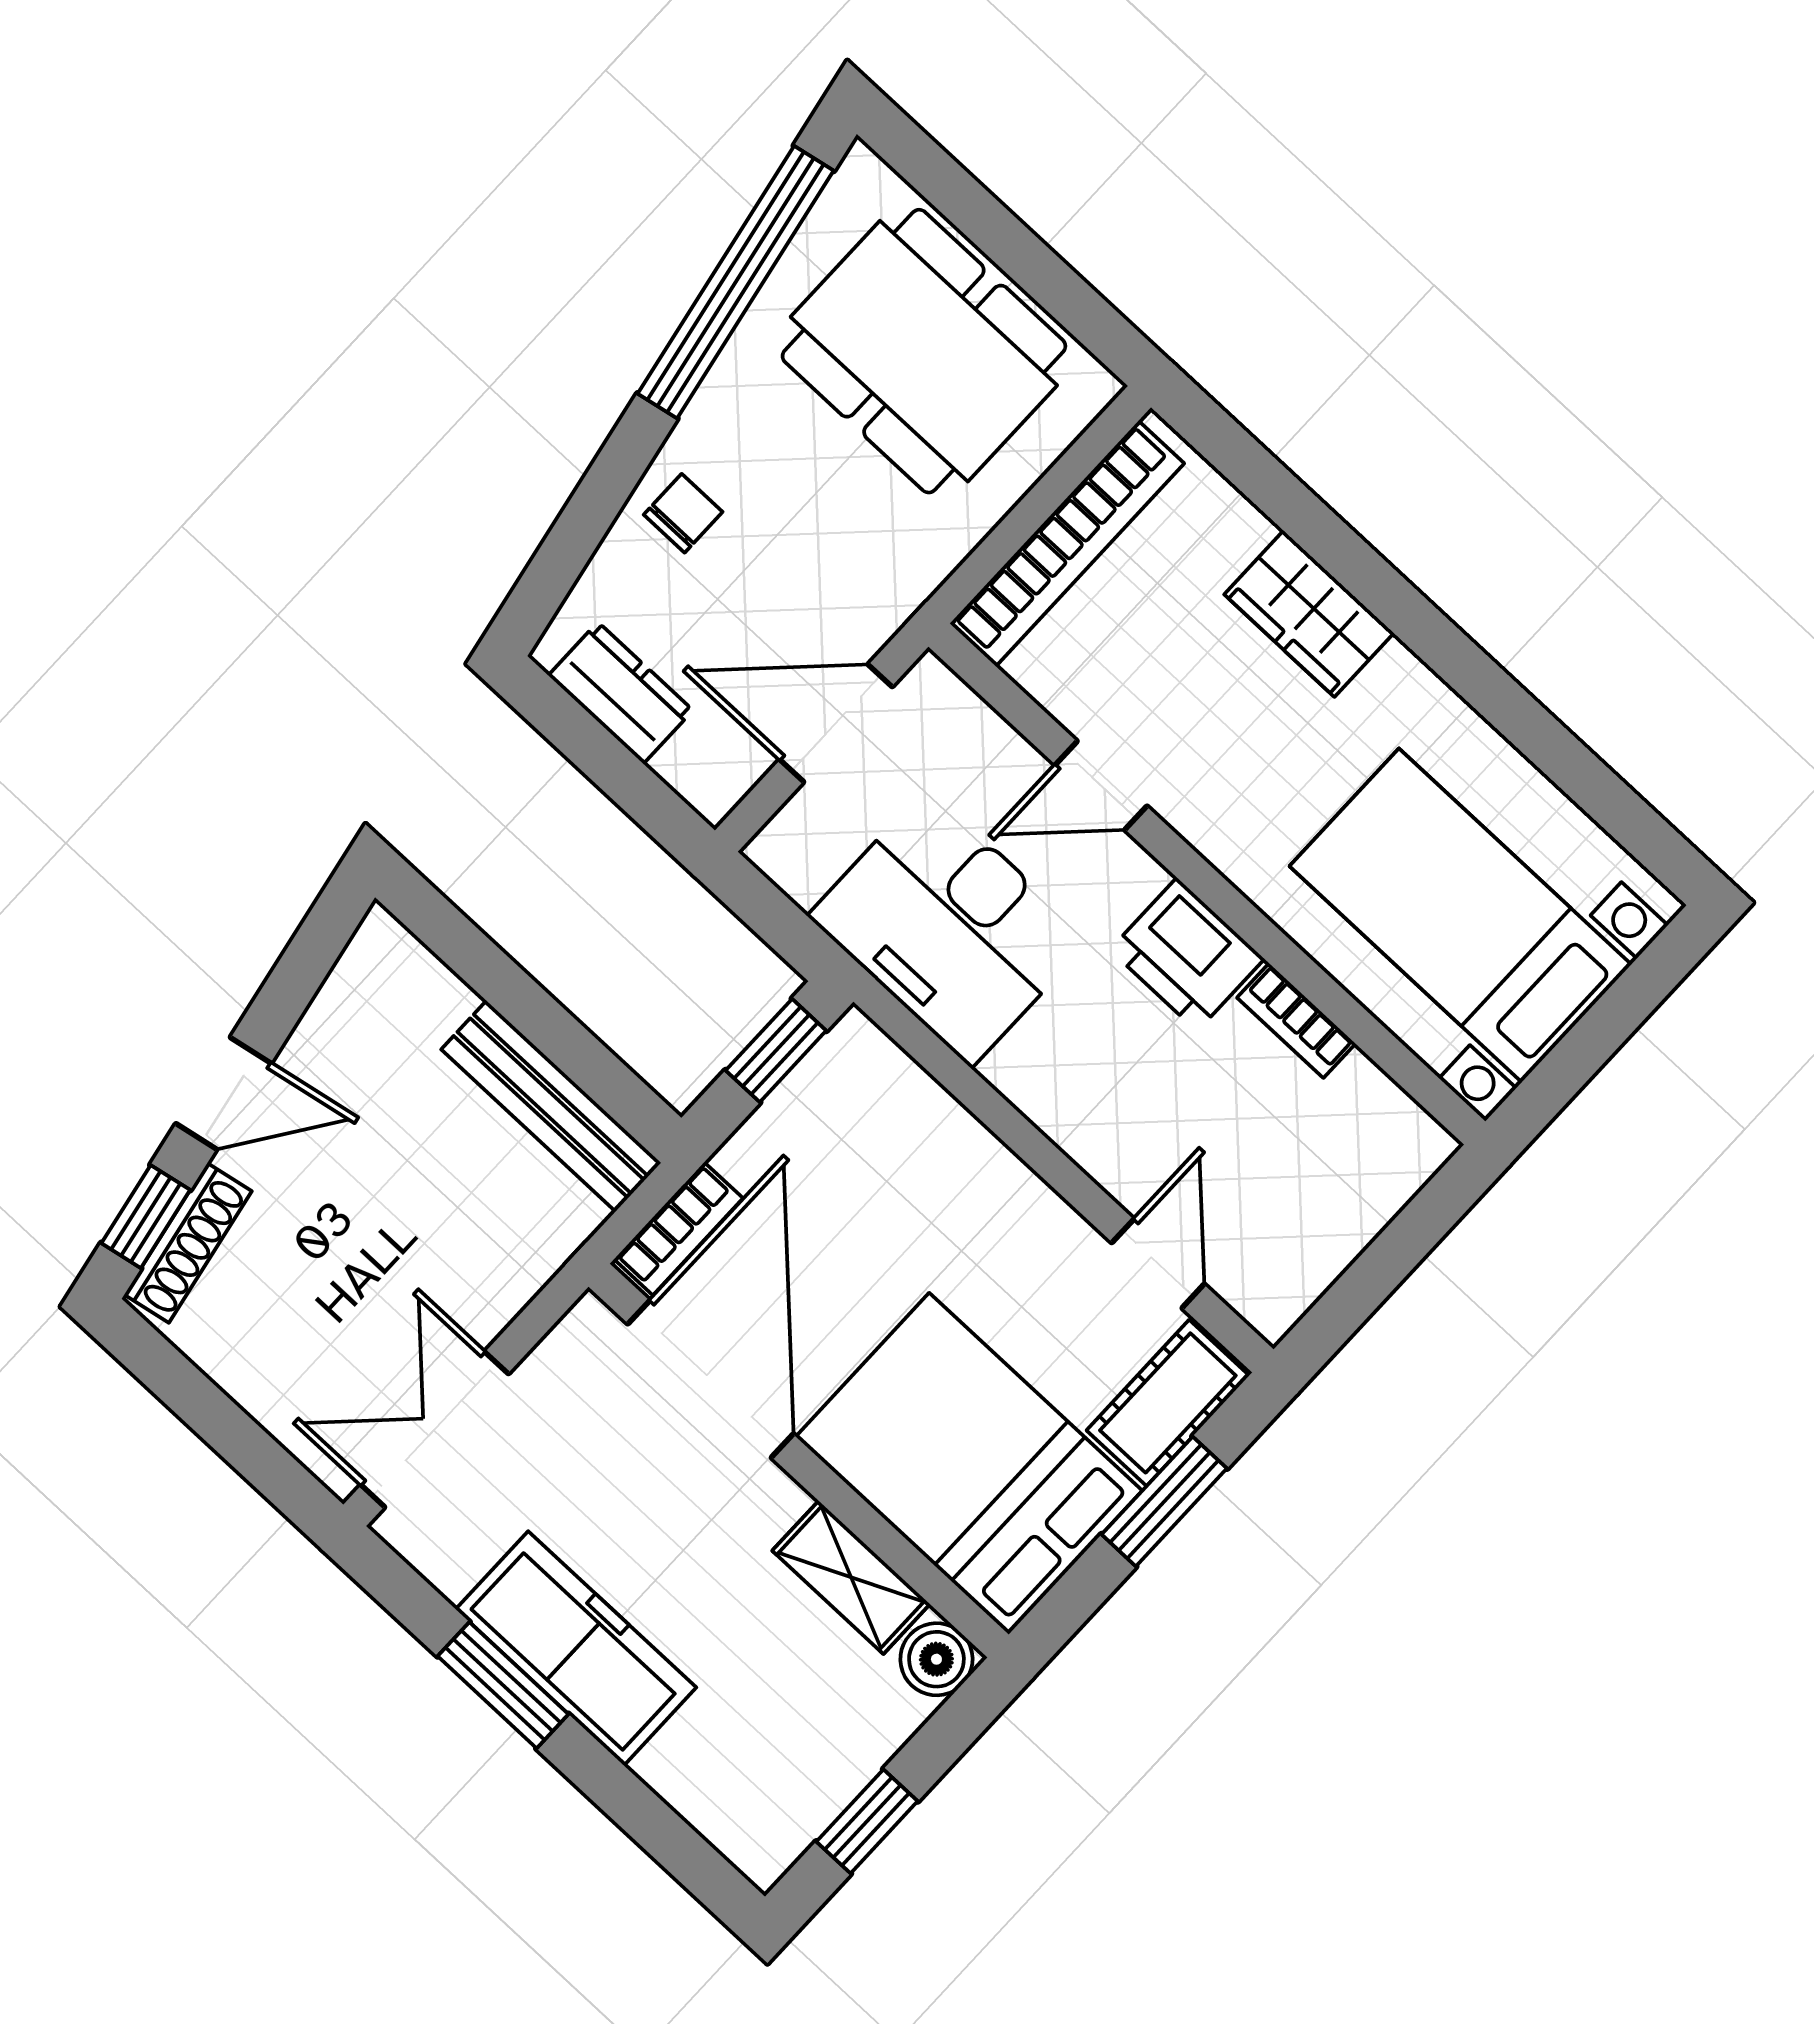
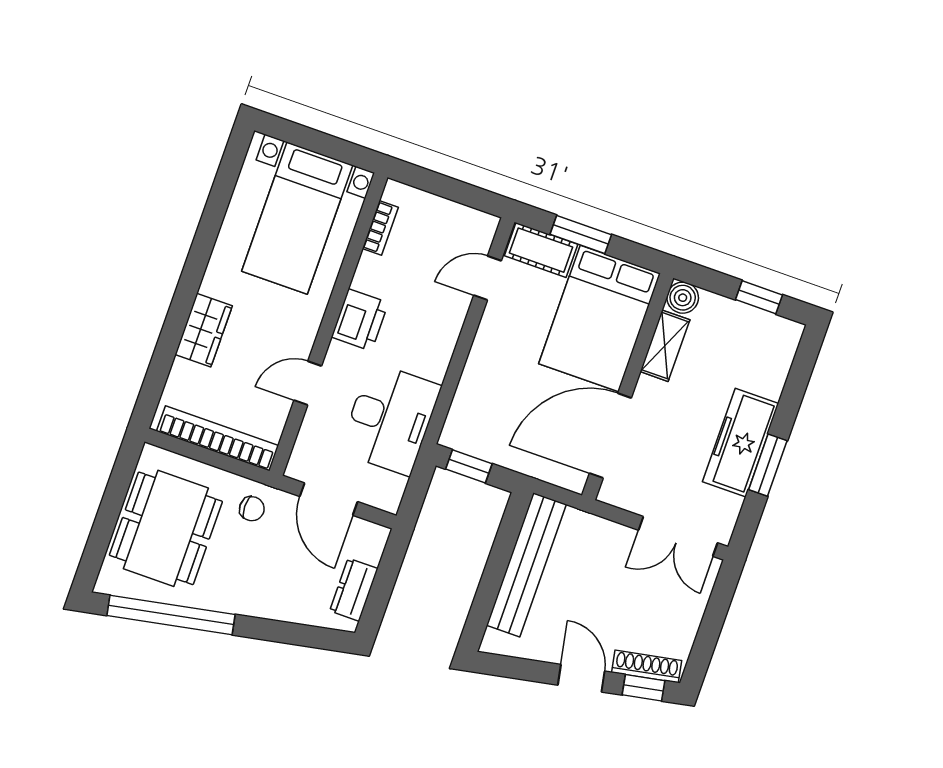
chair: (683, 513) -> (252, 509), moved, turned 180
door: (1101, 786) -> (308, 383), swing flipped
bookcase: (1296, 1021) -> (380, 228), moved
bench: (551, 1106) -> (526, 565), width x1.37, depth x1.21
bookcase: (678, 1229) -> (556, 474), removed

